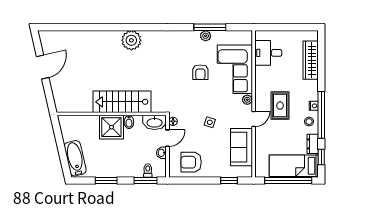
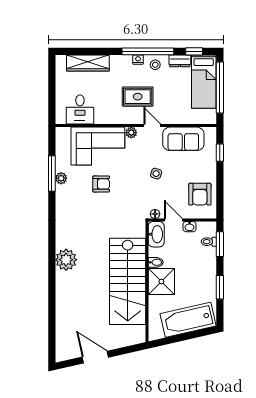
stairs: (122, 102) -> (128, 281), width x1.36, depth x1.51
bathtub: (75, 158) -> (188, 320), width x1.36, depth x1.36

